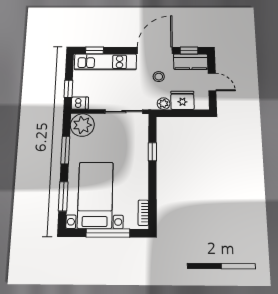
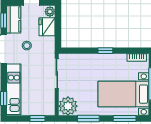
dishwasher: (80, 103) -> (50, 109), removed
plant: (164, 104) -> (50, 12), moved
window: (152, 152) -> (105, 51), moved

